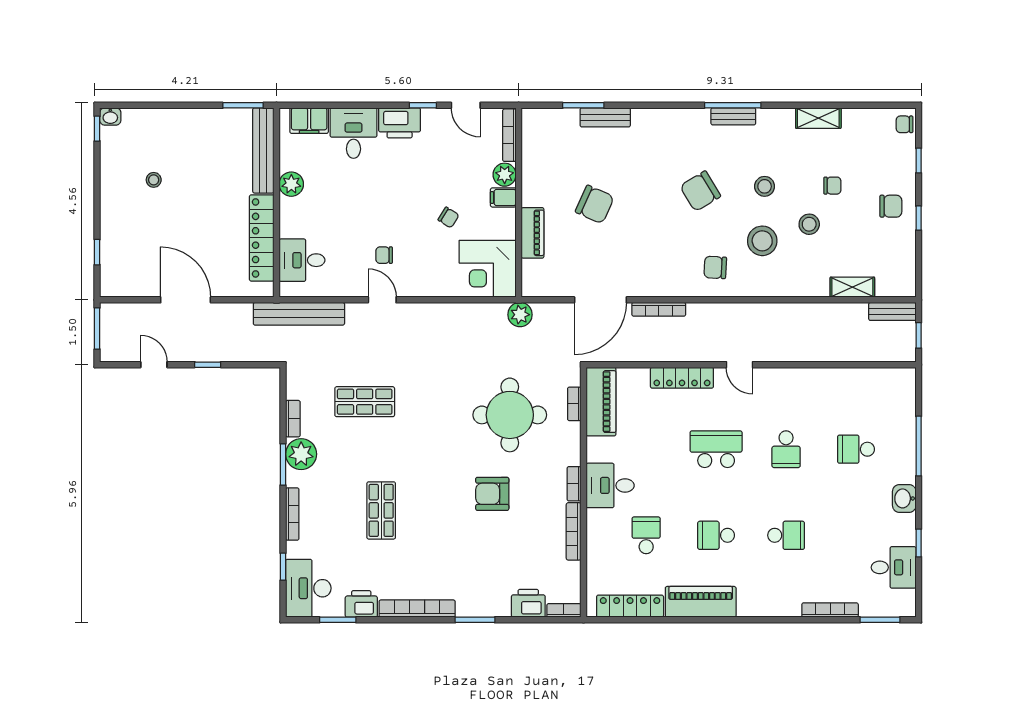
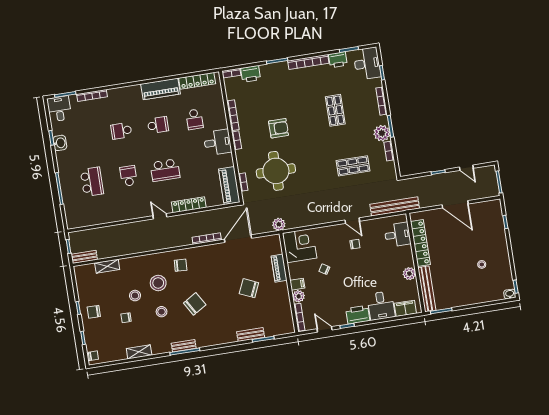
school desk: (856, 449) -> (92, 182), width x1.85
washbasin: (904, 498) -> (60, 143), moved
desk: (894, 567) -> (59, 109), moved, turned 90

